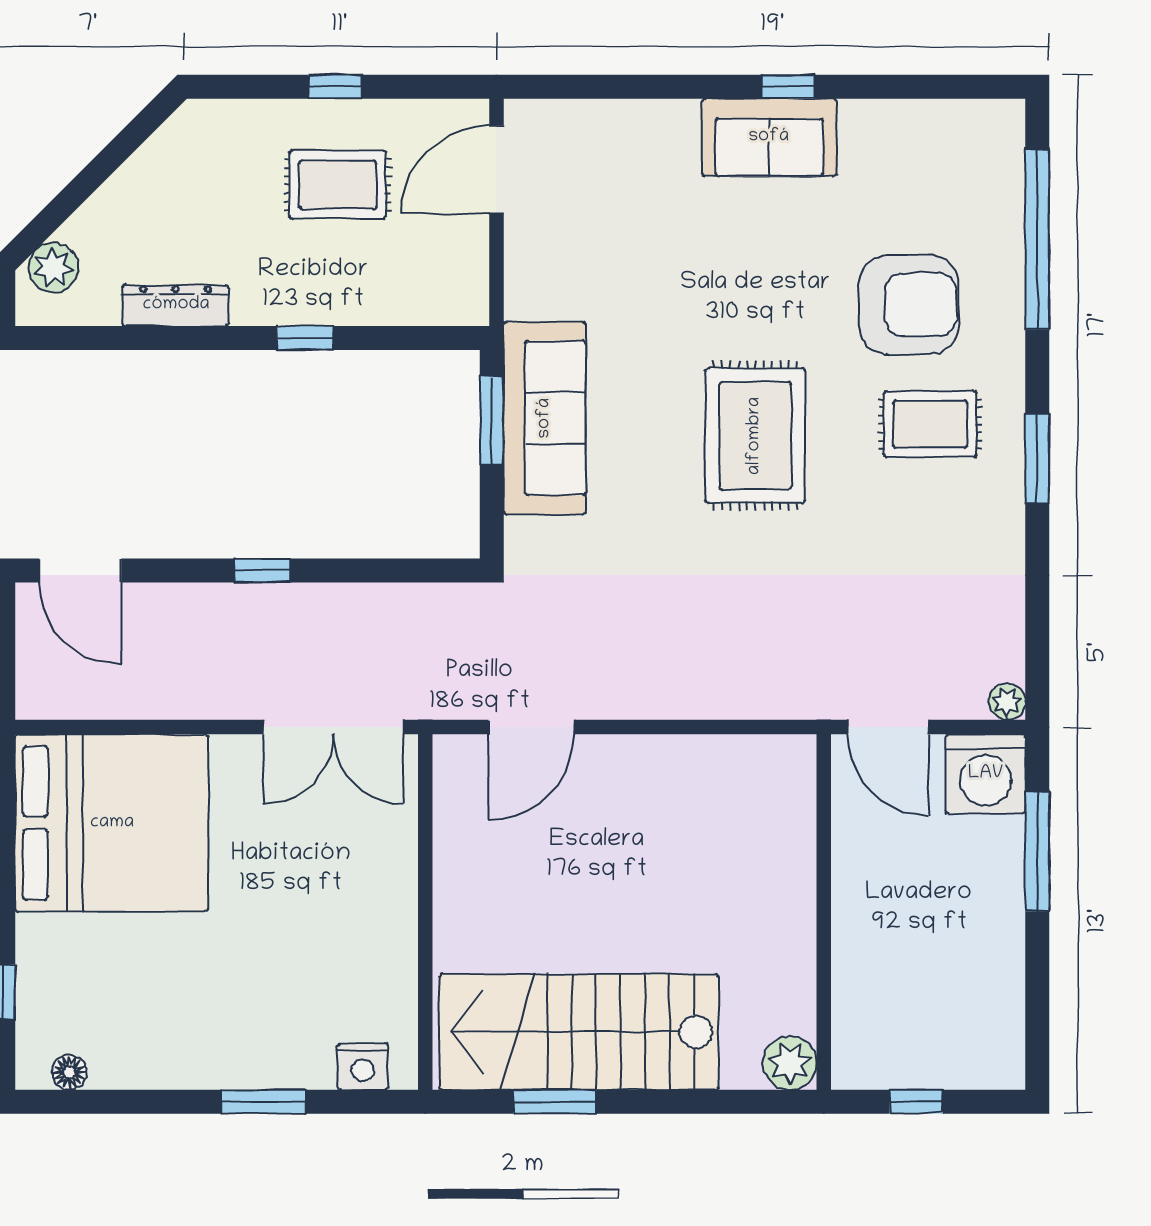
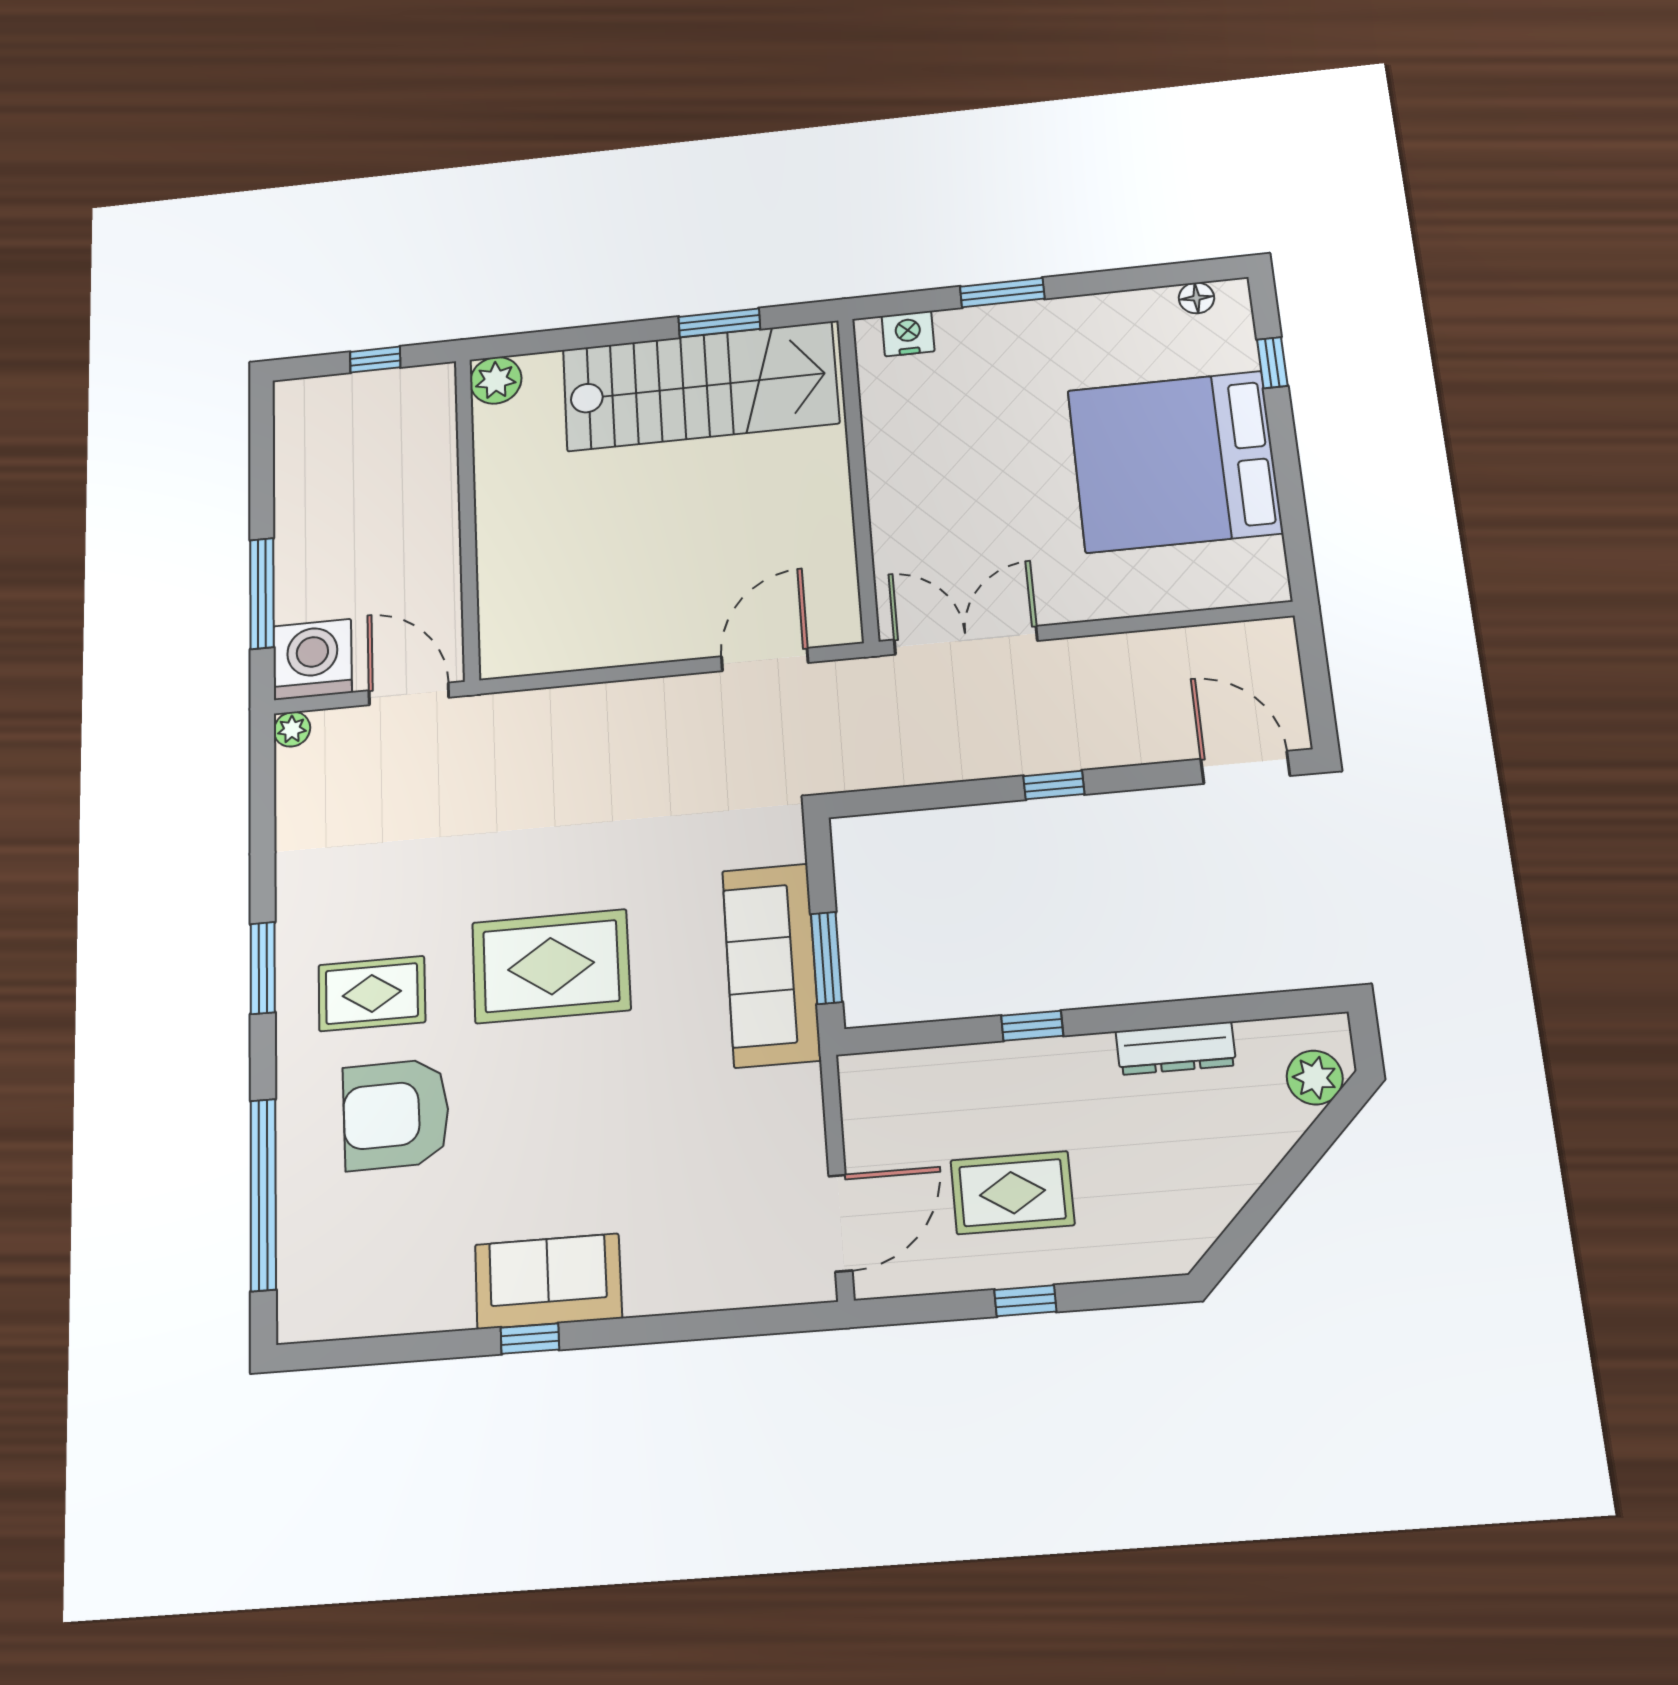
rug: (755, 436) -> (551, 966), turned 90
bed: (112, 823) -> (1174, 461), moved

